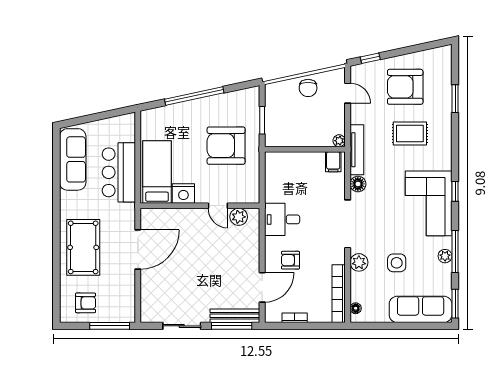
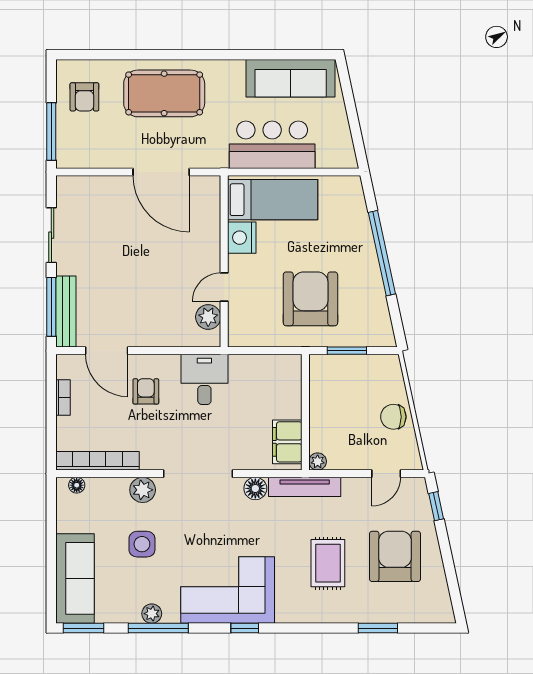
filing cabinet: (333, 162) -> (287, 442), width x2.00

